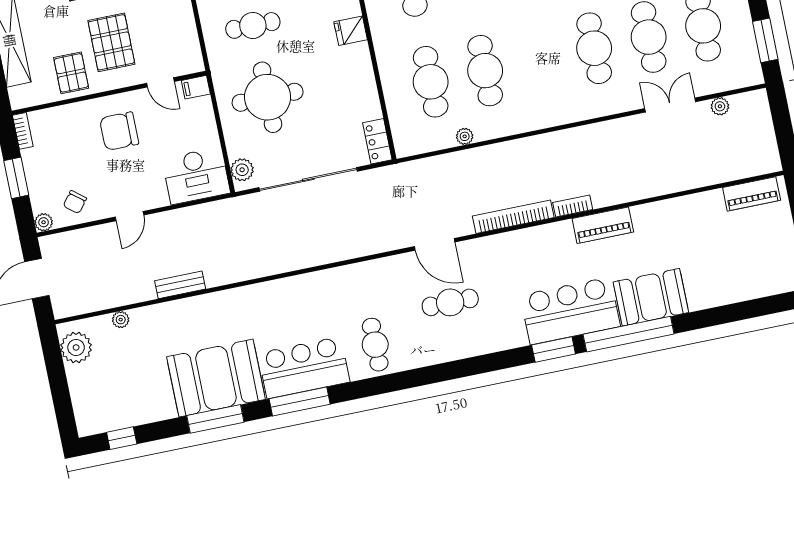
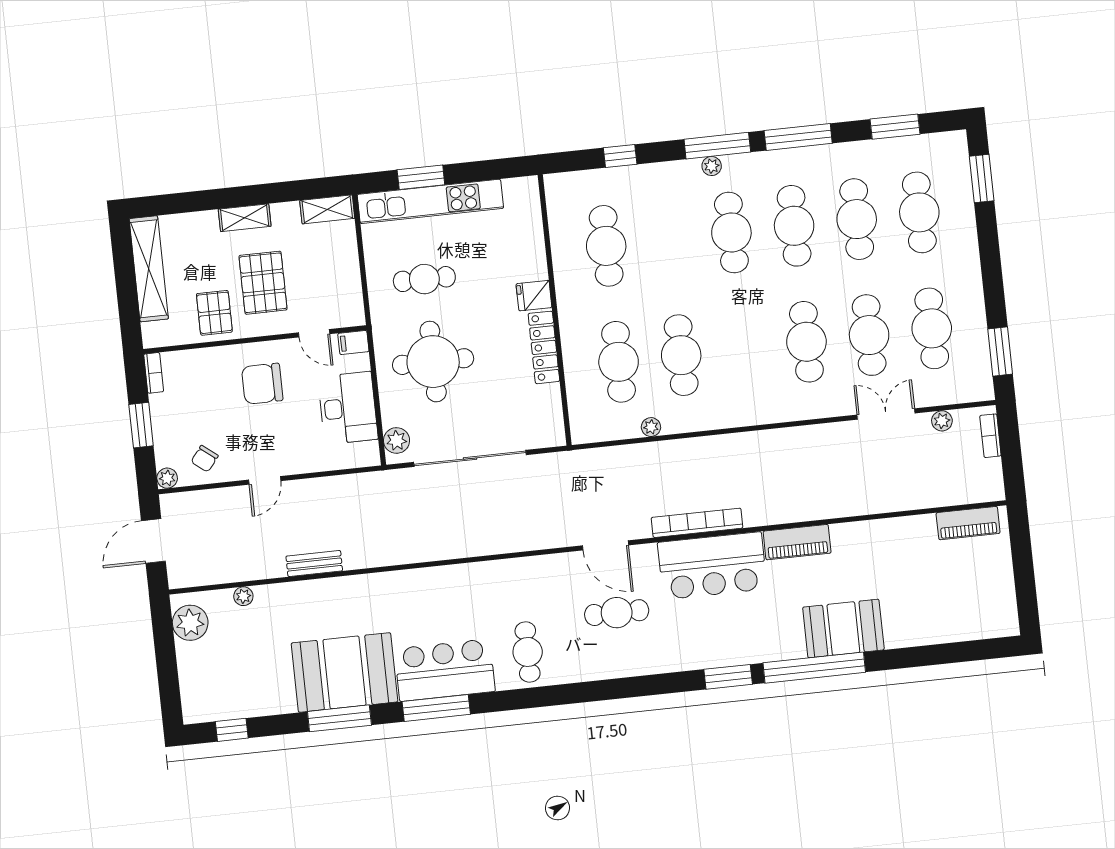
locker: (377, 141) -> (544, 347), moved, width x1.53
desk: (196, 176) -> (348, 408), moved, turned -90
bookcase: (573, 206) -> (990, 436), moved, turned -90
bar counter: (570, 311) -> (712, 566), moved, turned 180

